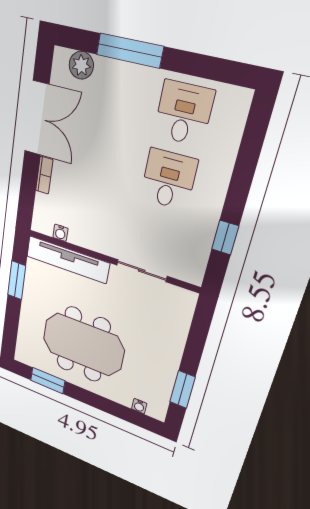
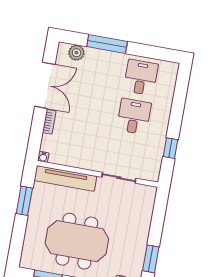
water cooler: (60, 233) -> (43, 157), moved

